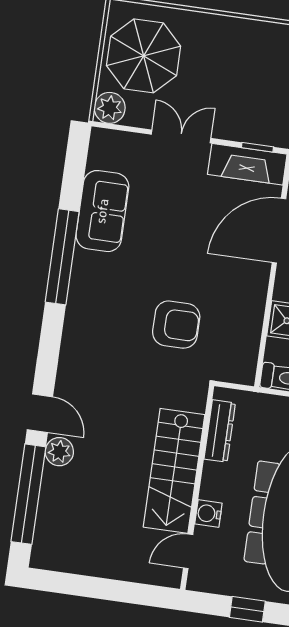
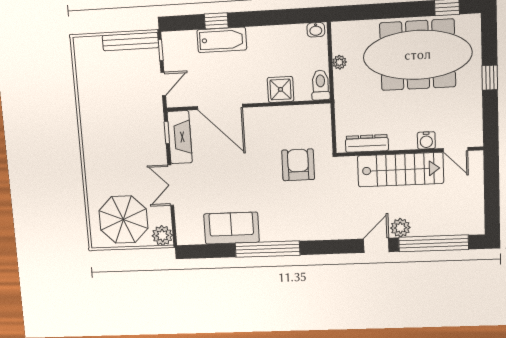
dresser: (220, 431) -> (367, 143), moved
stairs: (174, 471) -> (401, 170), moved
wall: (197, 488) -> (409, 152), moved
water cooler: (208, 514) -> (426, 140), moved
door: (188, 551) -> (455, 150), moved

